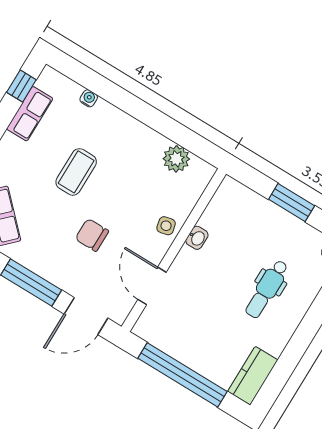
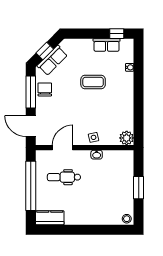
plant: (176, 159) -> (127, 138), moved
chair: (92, 235) -> (45, 89), moved
dental chair: (267, 289) -> (64, 177), moved

